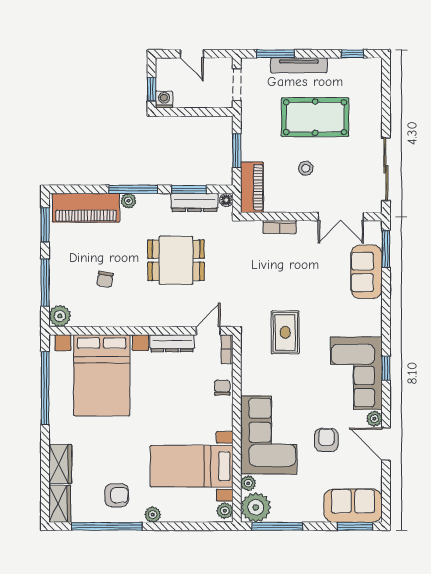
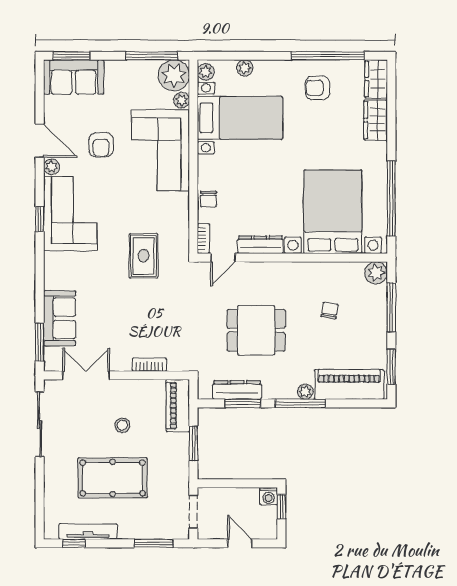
tv unit: (299, 65) -> (88, 531), moved
floor lamp: (226, 200) -> (204, 393), removed
plant: (153, 515) -> (245, 68), moved

